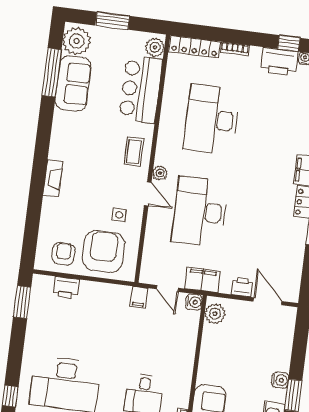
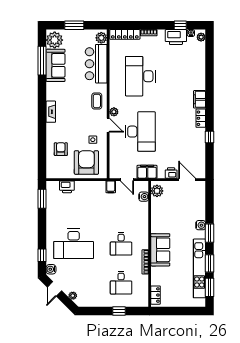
fireplace: (53, 178) -> (51, 112), moved
desk: (200, 211) -> (140, 132), turned 180
armchair: (63, 254) -> (61, 149), moved
water cooler: (194, 302) -> (144, 197), moved

